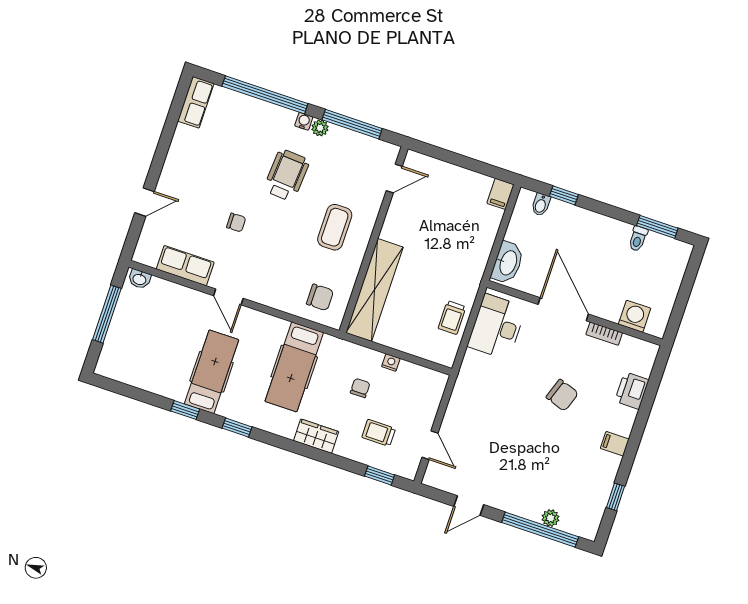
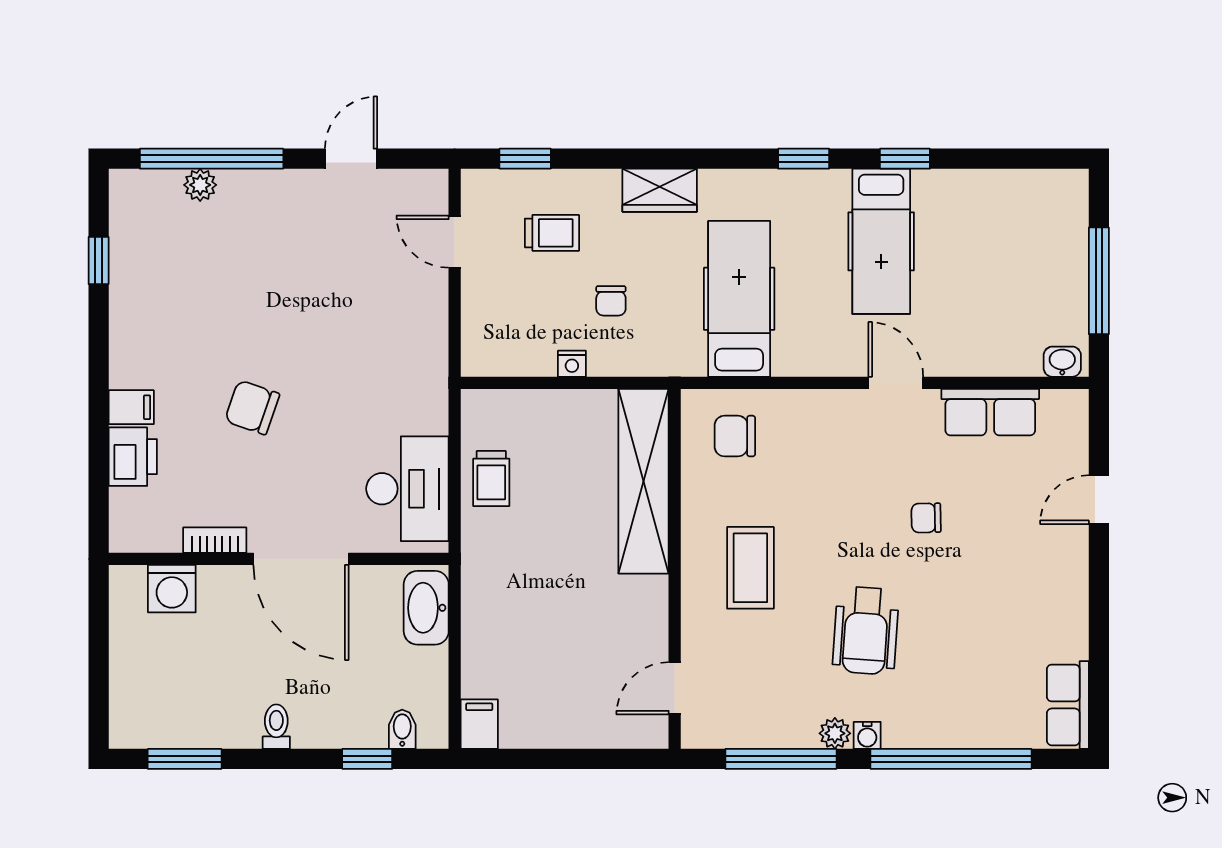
toilet: (638, 239) -> (276, 727), moved
trolley: (452, 318) -> (491, 479), turned 180
filing cabinet: (615, 444) -> (131, 407), moved

